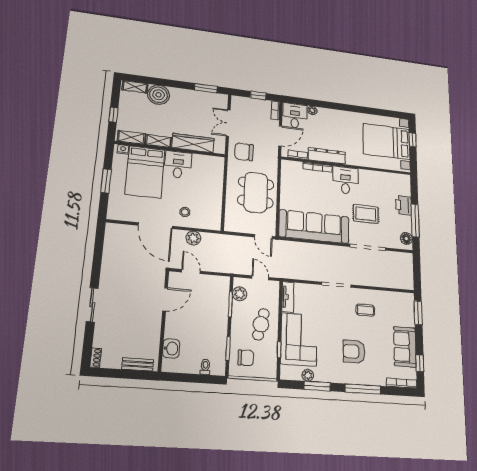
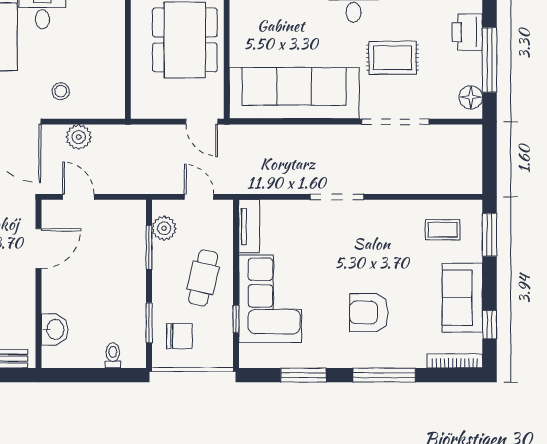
coffee table: (365, 310) -> (443, 230), moved
plant: (308, 375) -> (287, 358), removed

